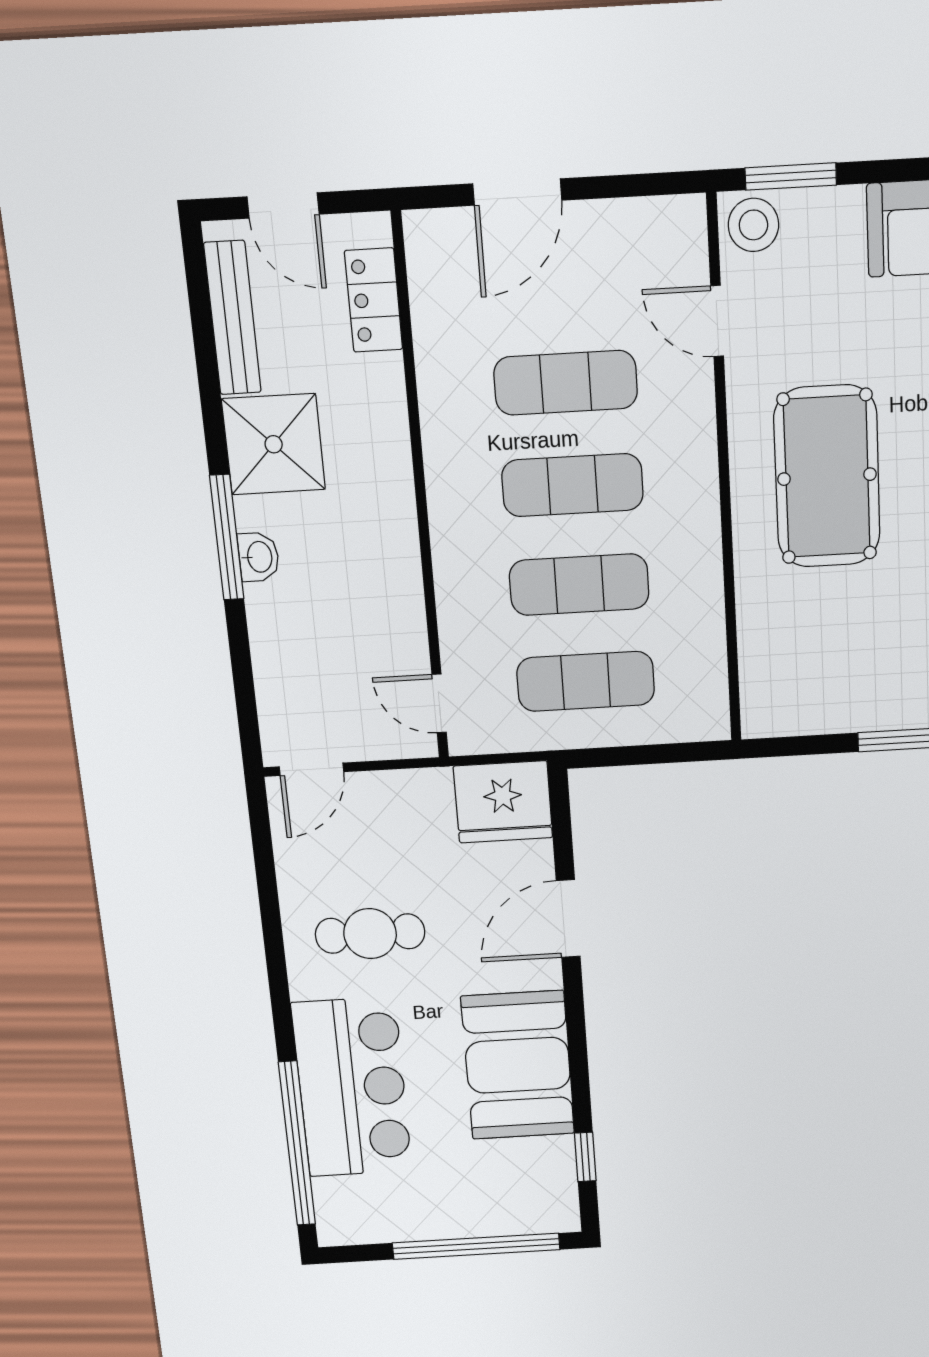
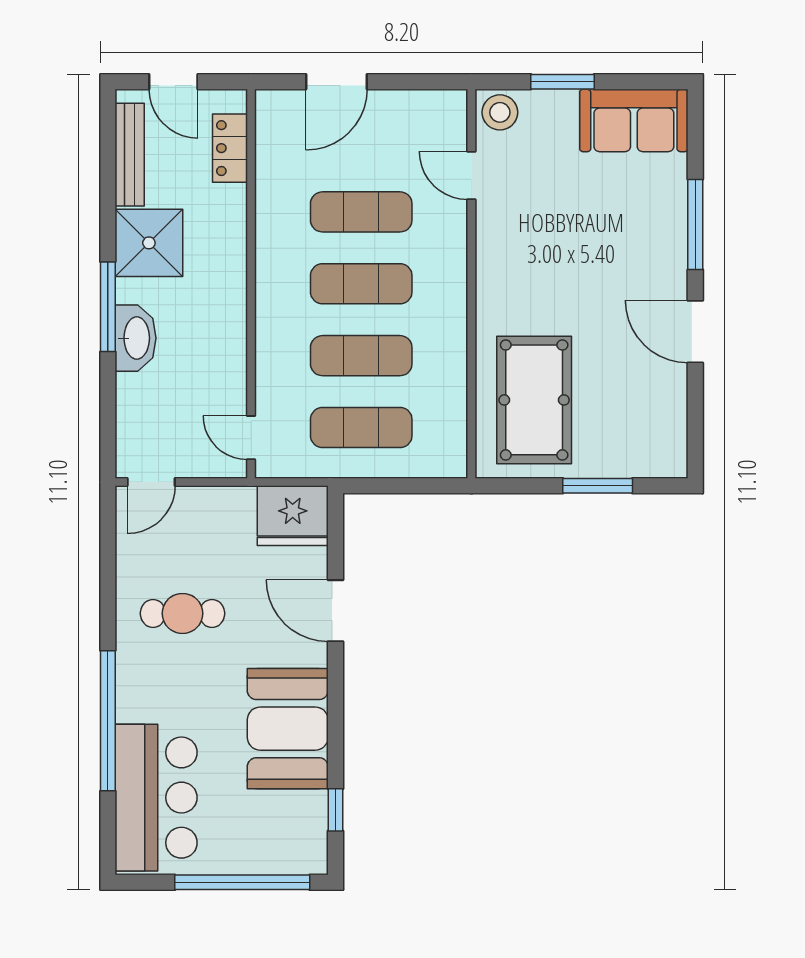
window: (791, 176) -> (562, 82), moved
pool table: (827, 477) -> (534, 400), moved
washbasin: (259, 557) -> (136, 338), width x1.91, depth x1.45
door: (568, 919) -> (336, 611), hinge flipped
bar counter: (352, 1088) -> (156, 798), moved
window: (297, 1144) -> (108, 721), moved

